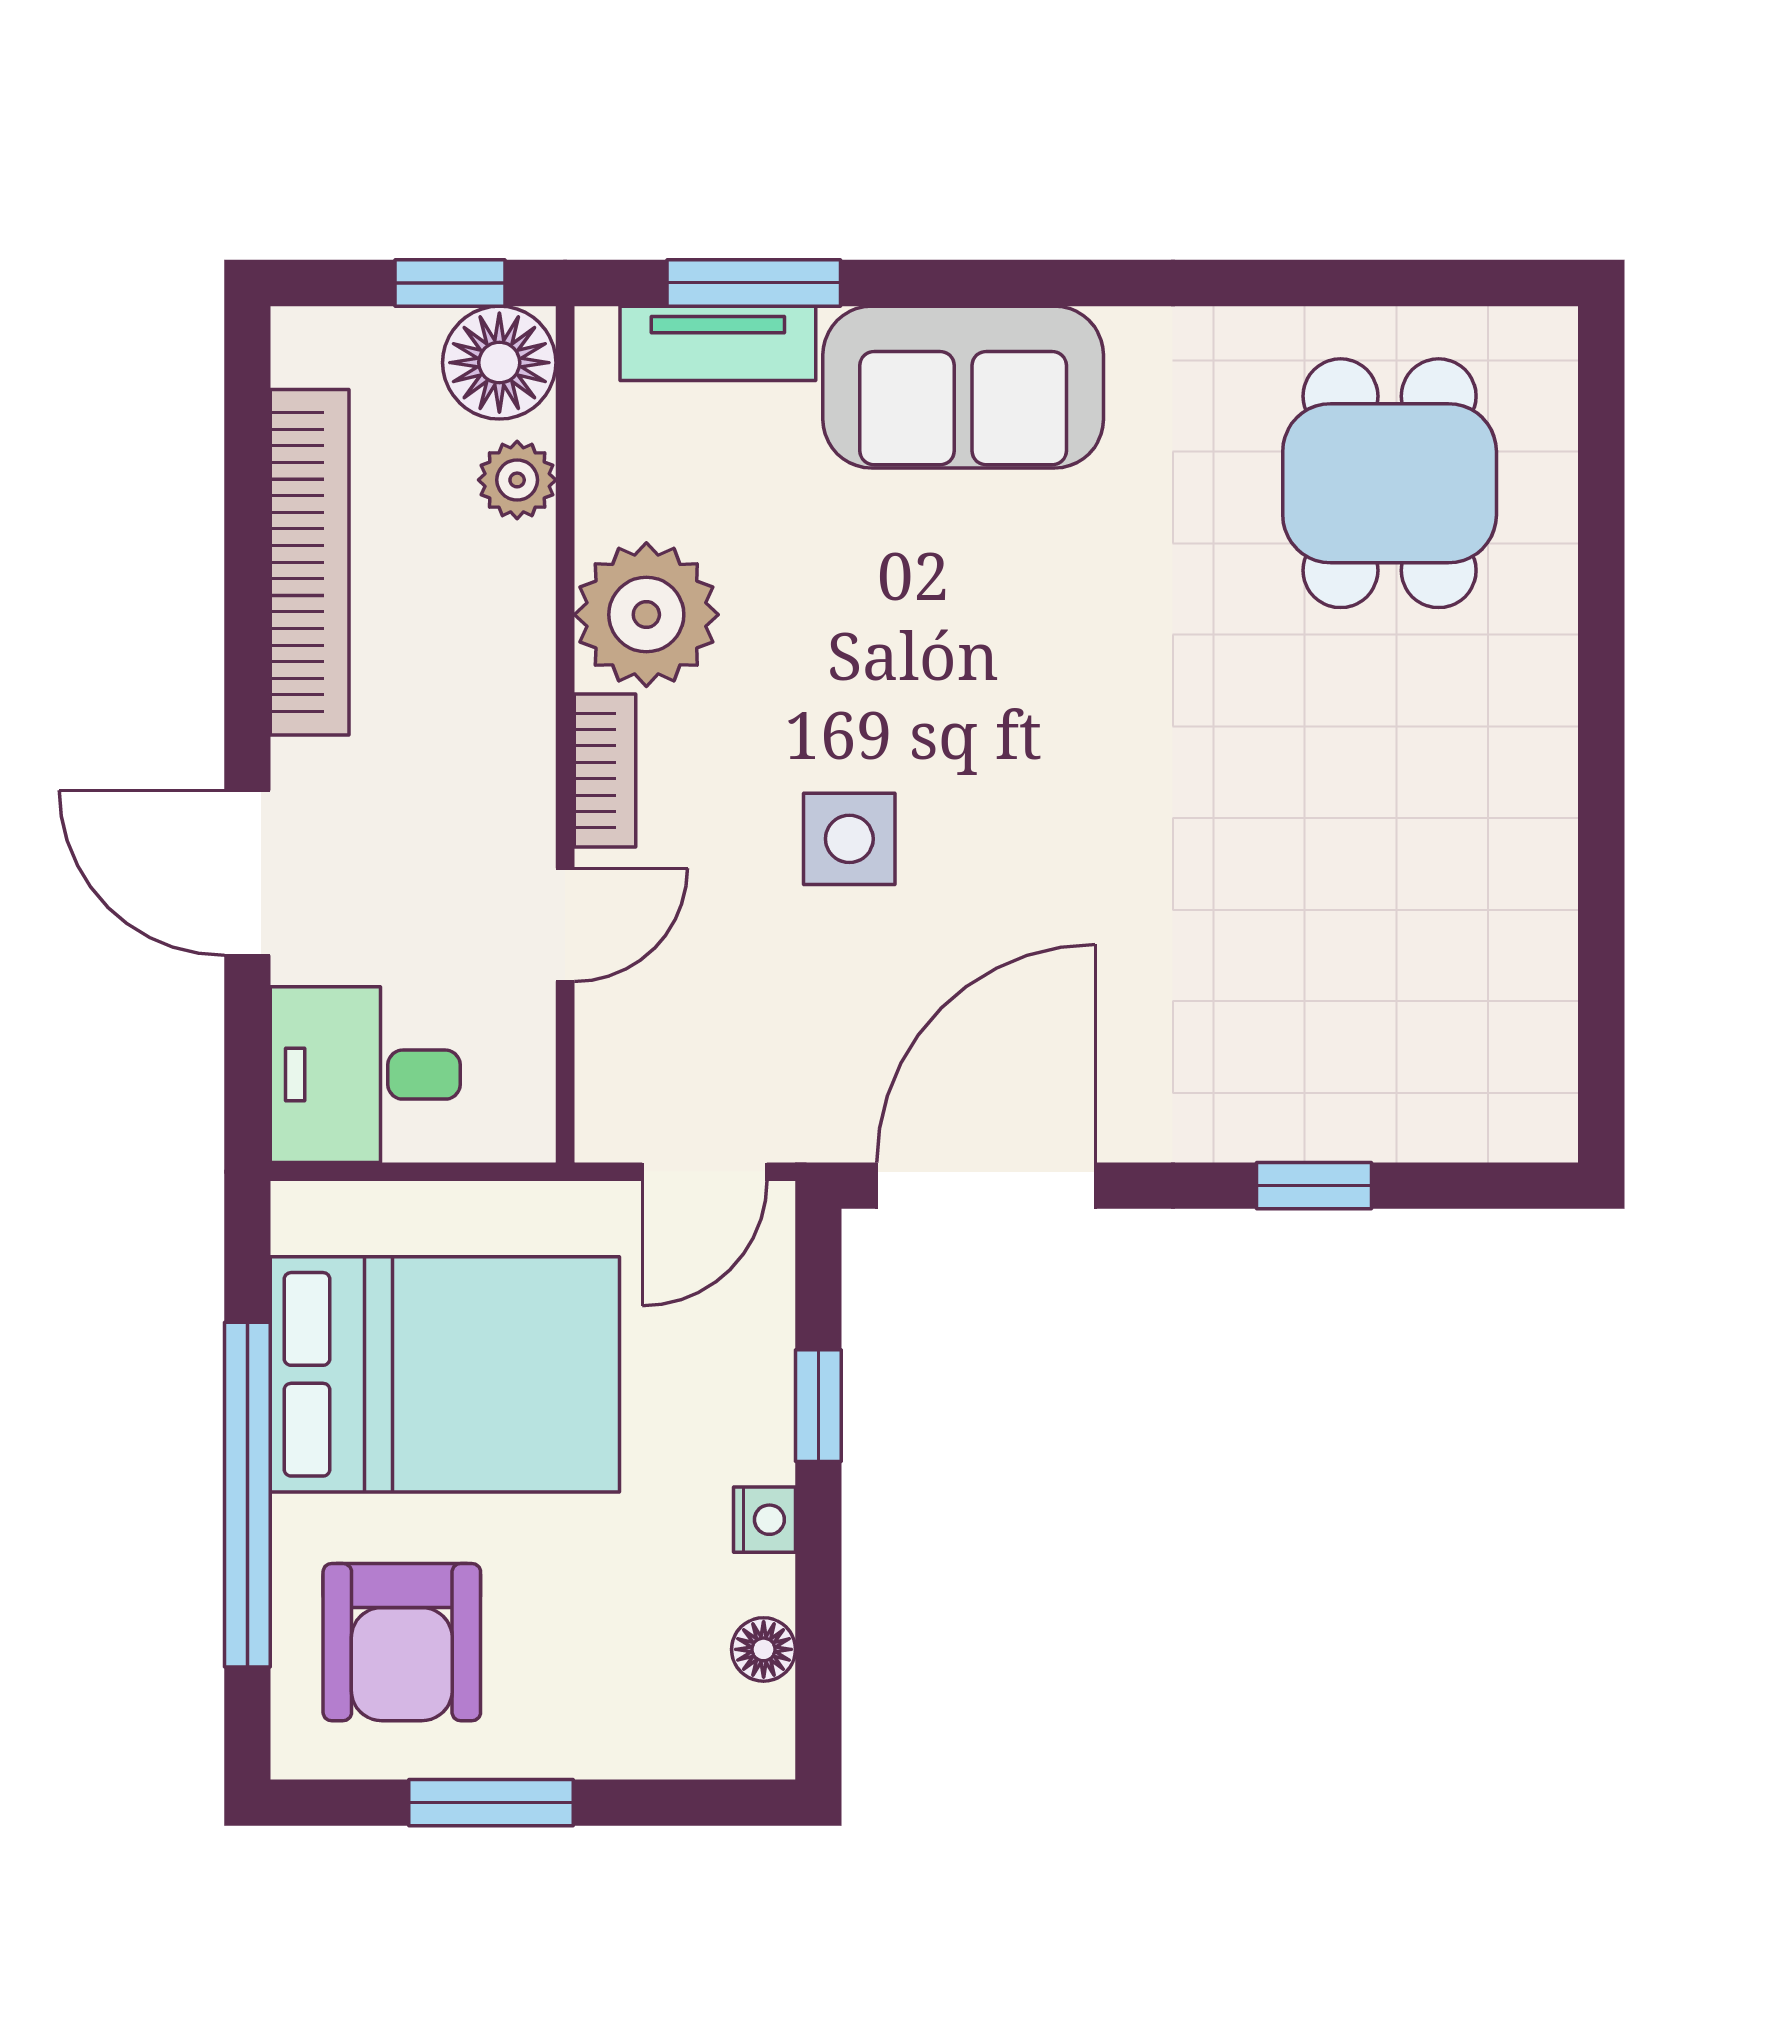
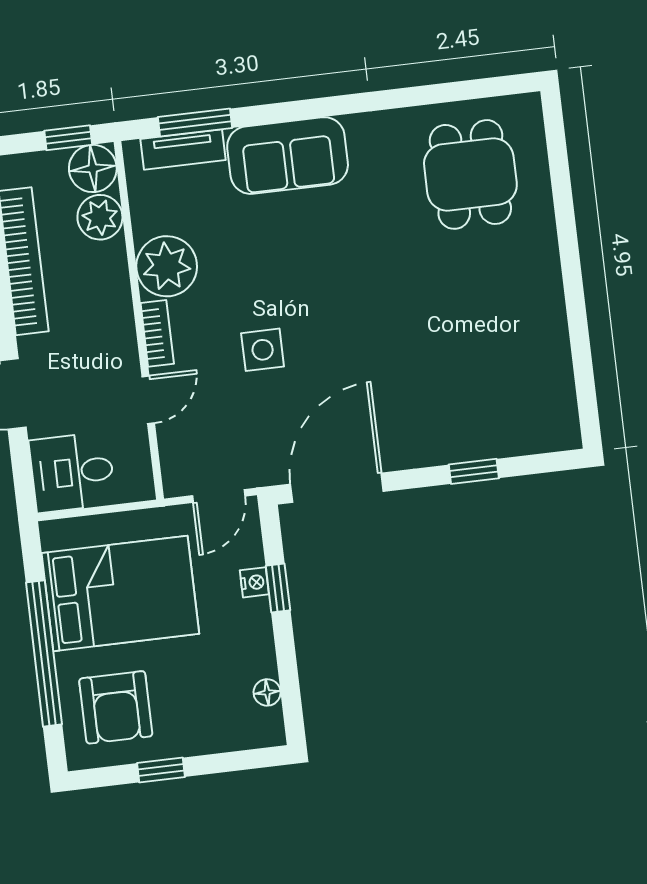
plant: (517, 480) -> (100, 217), width x1.38, depth x1.38
nightstand: (764, 1520) -> (254, 582), moved
window: (491, 1803) -> (161, 770), width x0.67

